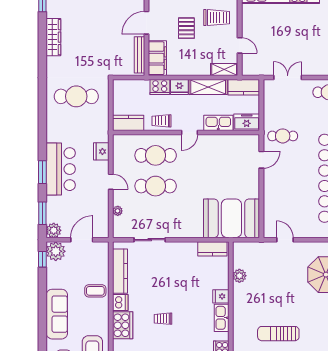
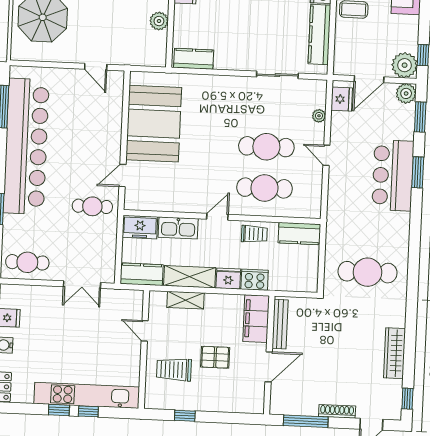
pallet: (186, 28) -> (215, 357), turned 90
shelving: (224, 69) -> (185, 300), moved
fridge: (101, 151) -> (342, 99), moved
booth: (231, 218) -> (154, 124), moved, turned 90

